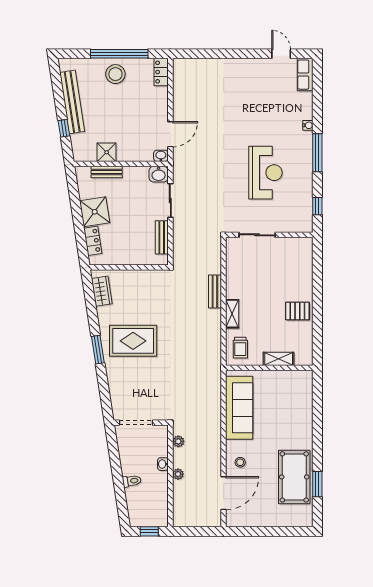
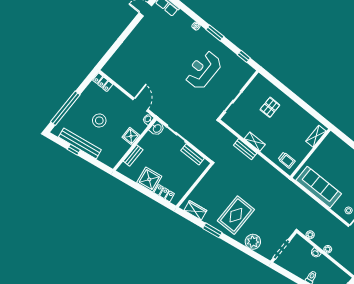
window: (119, 54) -> (65, 108), moved
stool: (115, 74) -> (99, 120), moved
window: (64, 128) -> (74, 150), moved
shower: (107, 152) -> (131, 136), moved
window: (317, 153) -> (215, 33), width x0.69
reception desk: (265, 173) -> (203, 70), turned -90
pallet: (297, 311) -> (270, 107), moved
shelving: (232, 314) -> (255, 142), moved
window: (98, 350) -> (212, 230), moved
shelving: (279, 359) -> (316, 136), moved
plant: (119, 384) -> (253, 242), added

